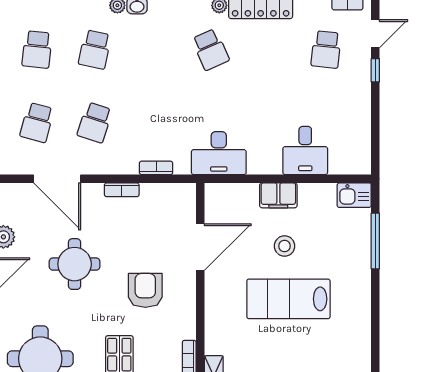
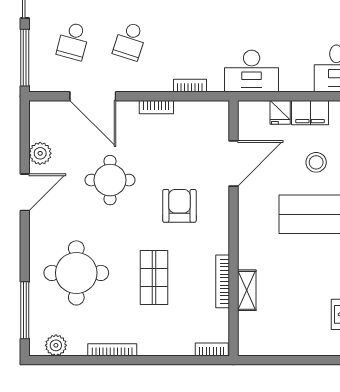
fridge: (248, 195) -> (280, 112), added

